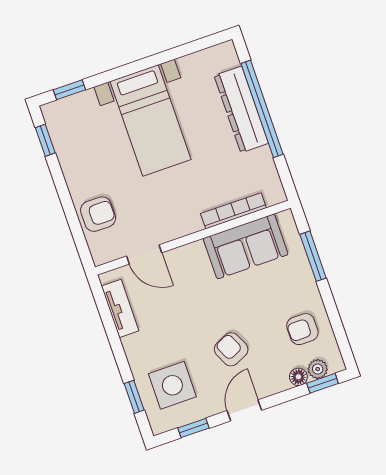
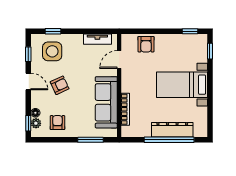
sofa: (246, 246) -> (106, 102), width x1.36

